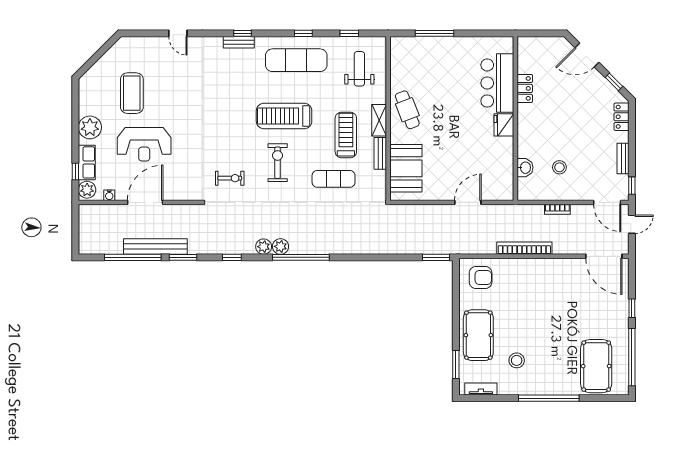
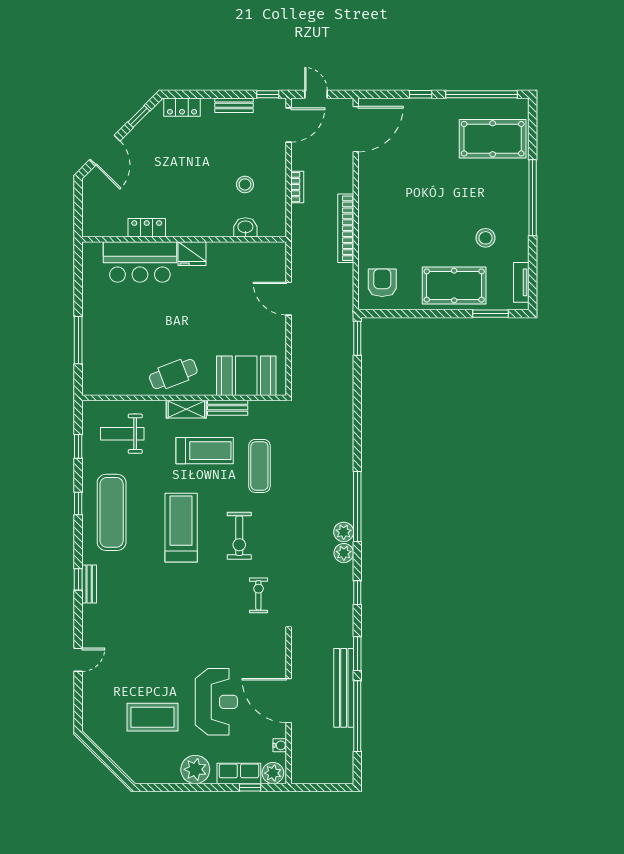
treadmill: (284, 116) -> (181, 528), turned 180
treadmill: (346, 135) -> (205, 451), turned 180
exercise bike: (278, 163) -> (239, 536), turned -90

